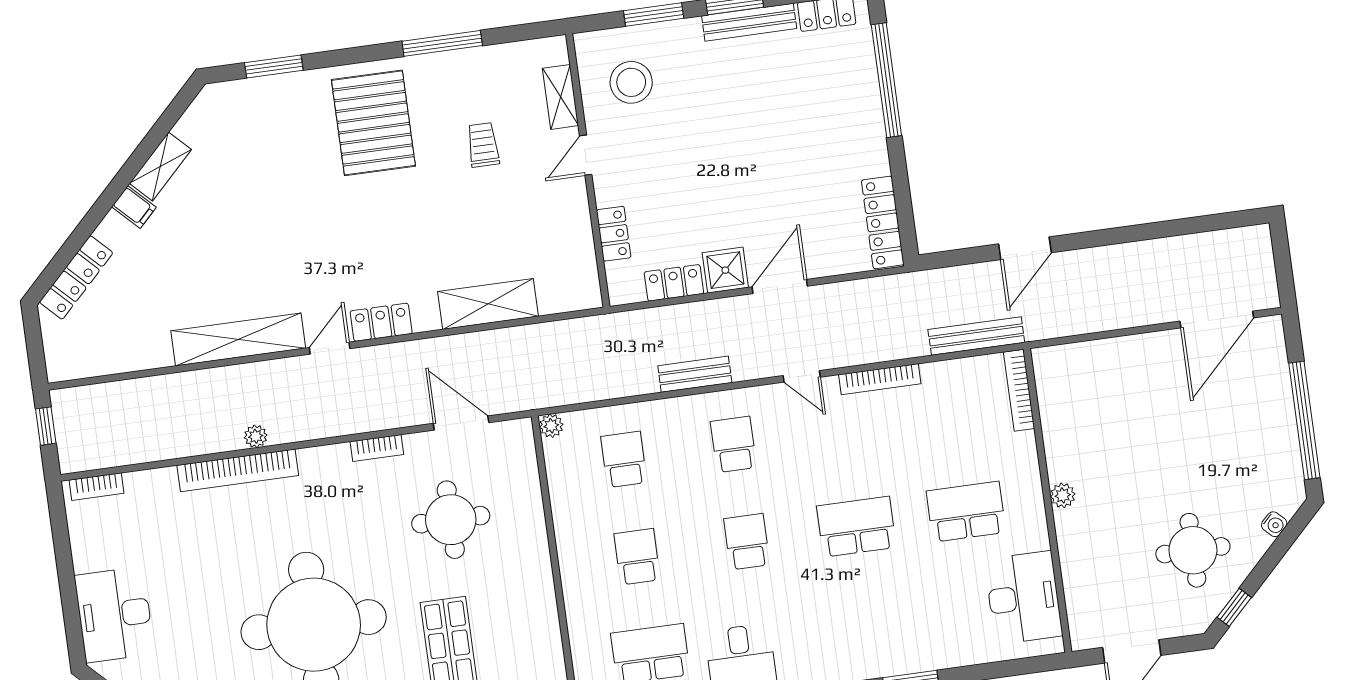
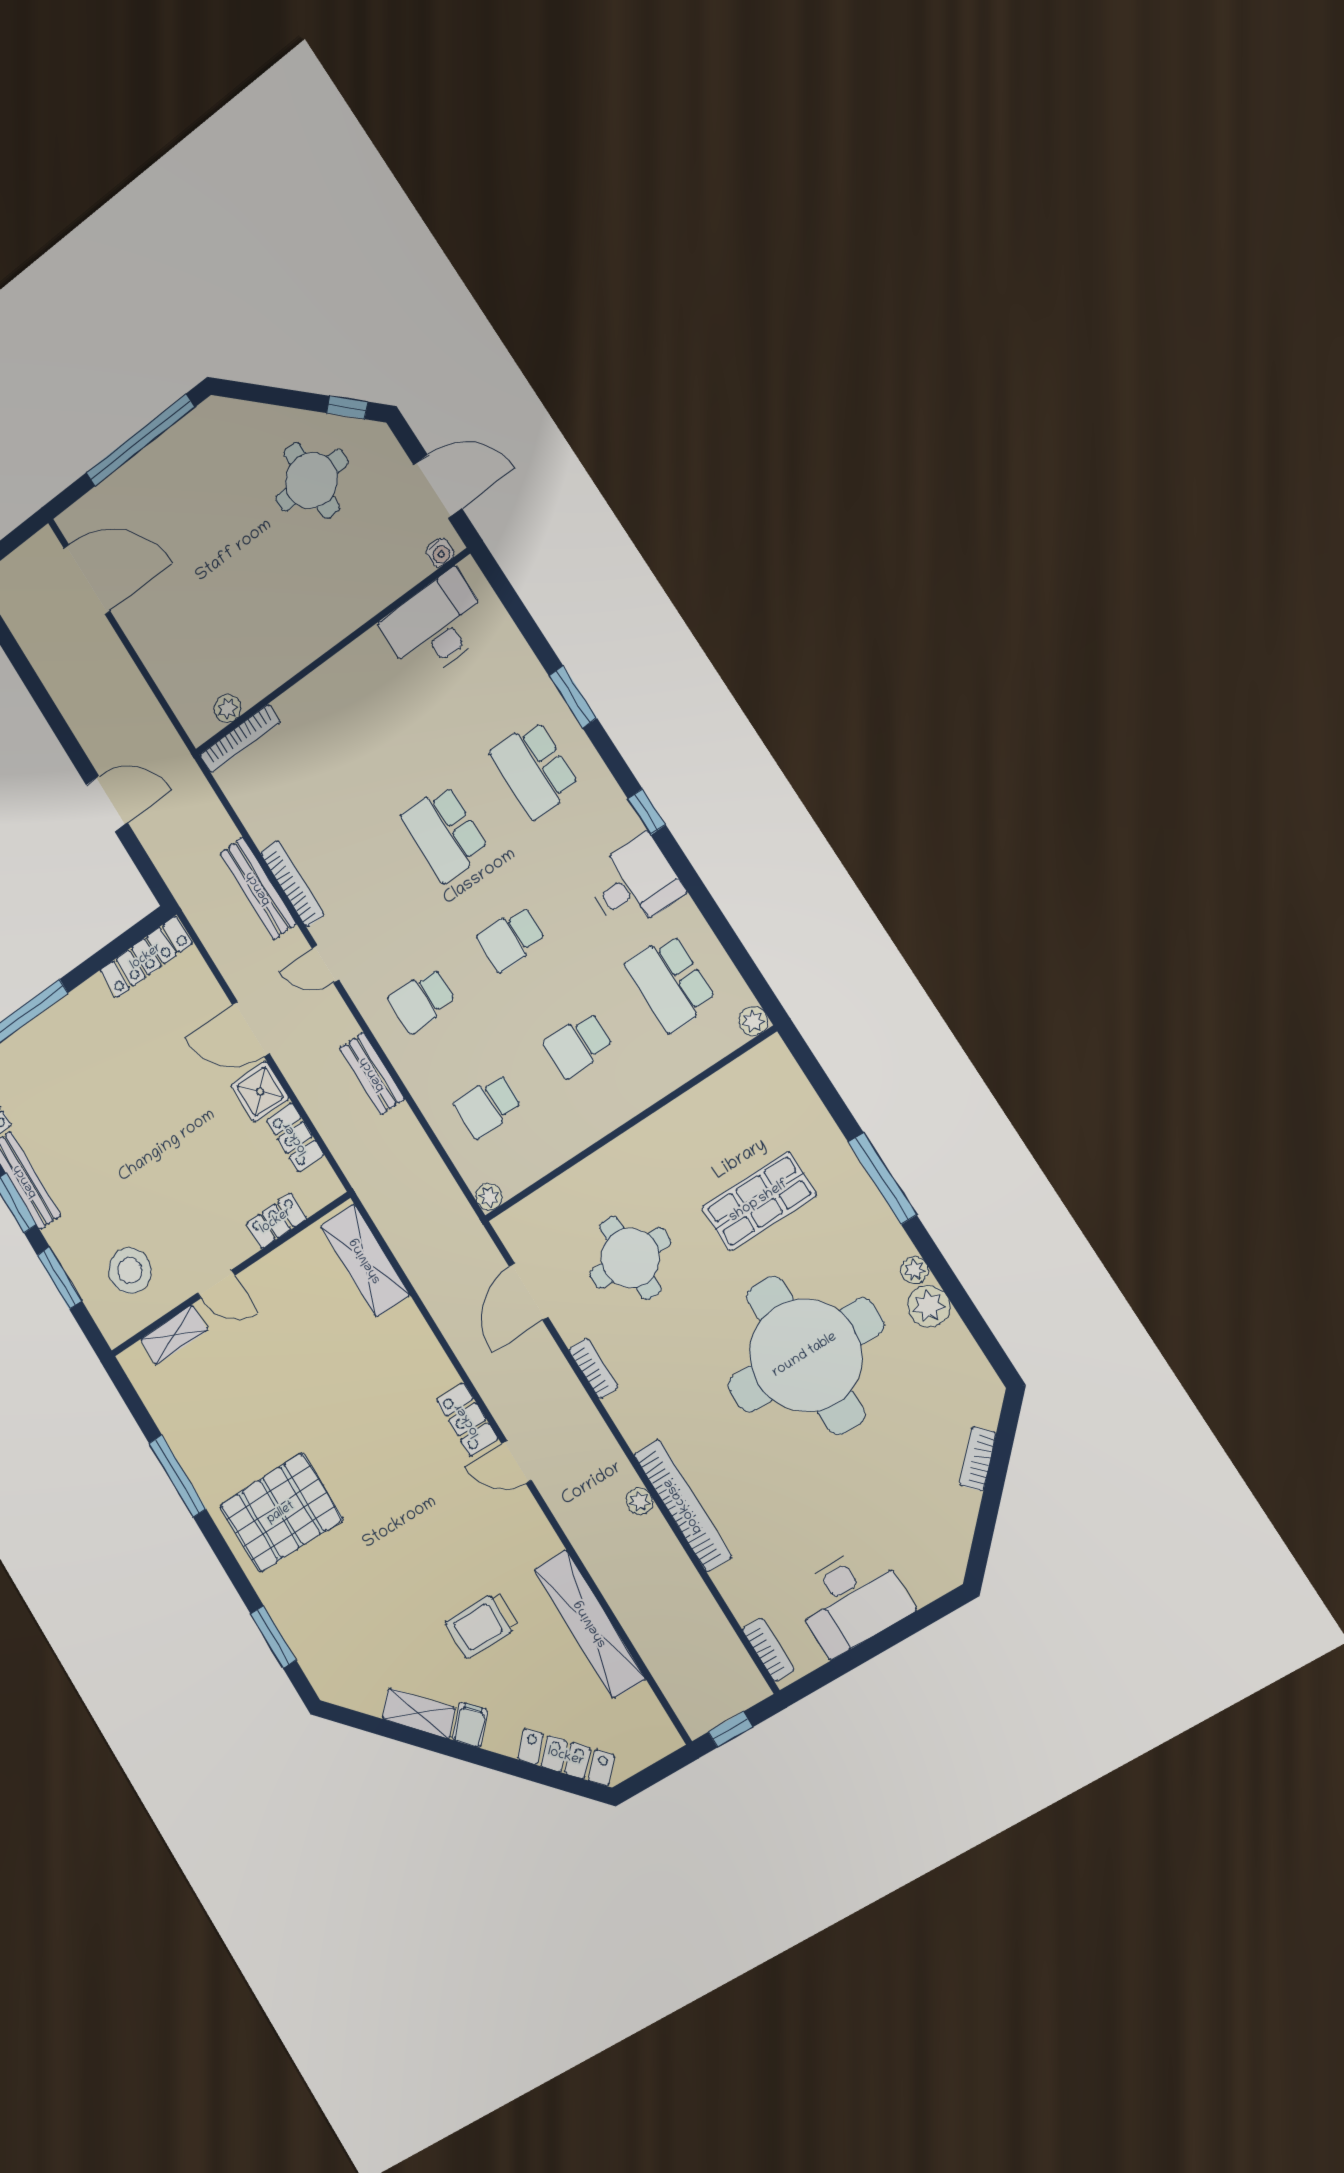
trolley: (483, 145) -> (482, 1625), moved, width x1.36, depth x1.39
shelving: (488, 304) -> (365, 1261), moved
bench: (976, 336) -> (258, 888), moved
shelving: (238, 340) -> (590, 1624), moved
door: (802, 376) -> (325, 964), swing flipped
plant: (1063, 495) -> (228, 709), moved
school desk: (966, 512) -> (534, 770), moved
water cooler: (1274, 524) -> (440, 553), moved, turned 135
desk: (114, 615) -> (852, 1600), moved

